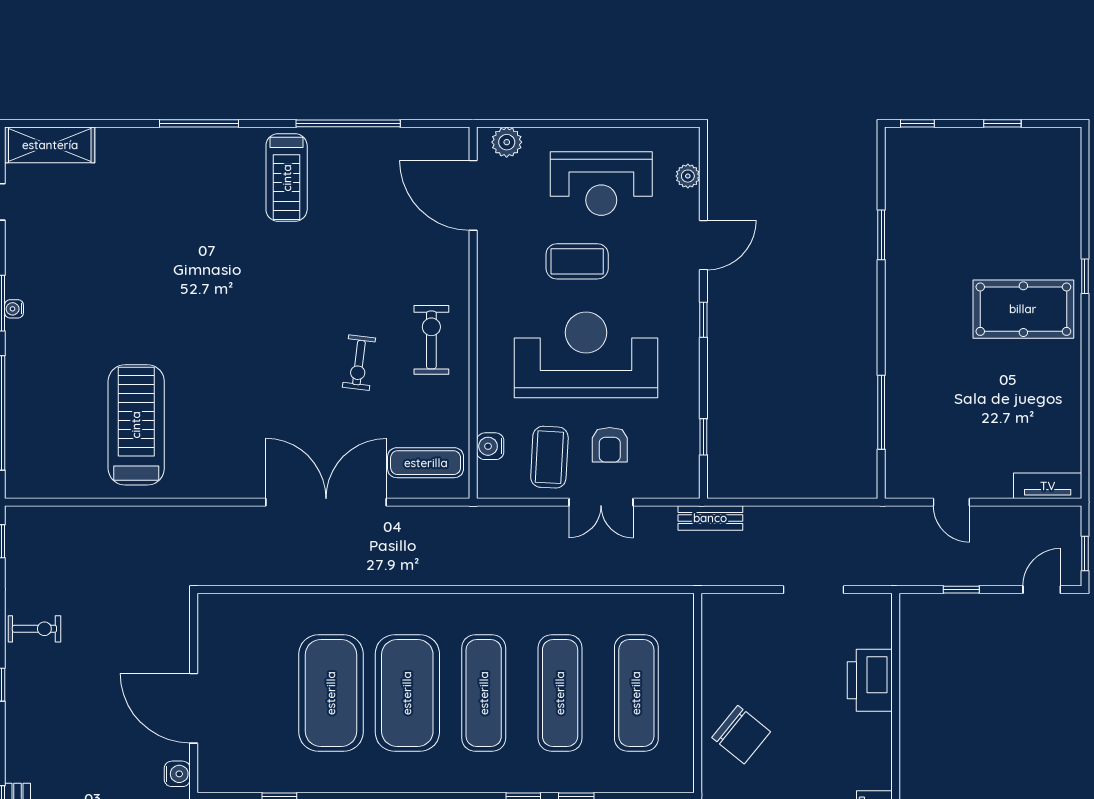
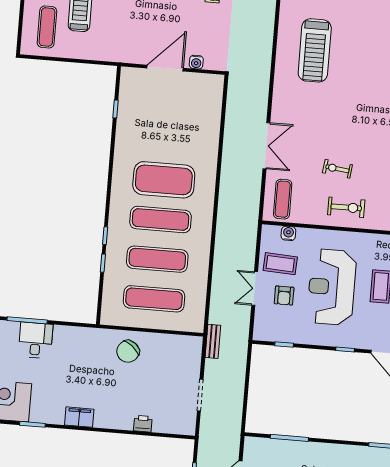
reception desk: (586, 355) -> (332, 287), turned 180
treadmill: (136, 425) -> (315, 50), turned 90
armchair: (610, 445) -> (284, 296), turned -90
double door: (326, 502) -> (266, 146), width x0.73
bench: (710, 518) -> (213, 341), moved
printer: (870, 680) -> (143, 424), width x0.53, depth x0.68
exercise mat: (331, 693) -> (167, 140), removed
water cooler: (177, 774) -> (196, 62), moved

